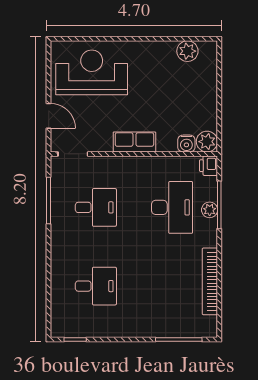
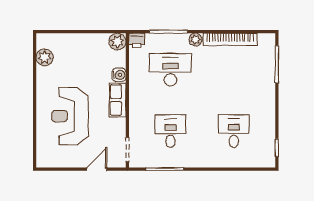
reception desk: (92, 72) -> (70, 116), moved
water cooler: (186, 144) -> (119, 75), moved
plant: (210, 210) -> (196, 40), moved

